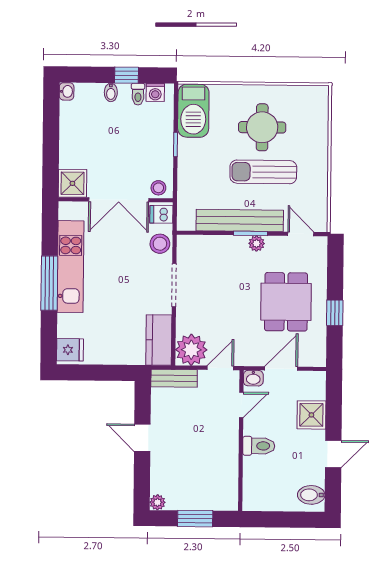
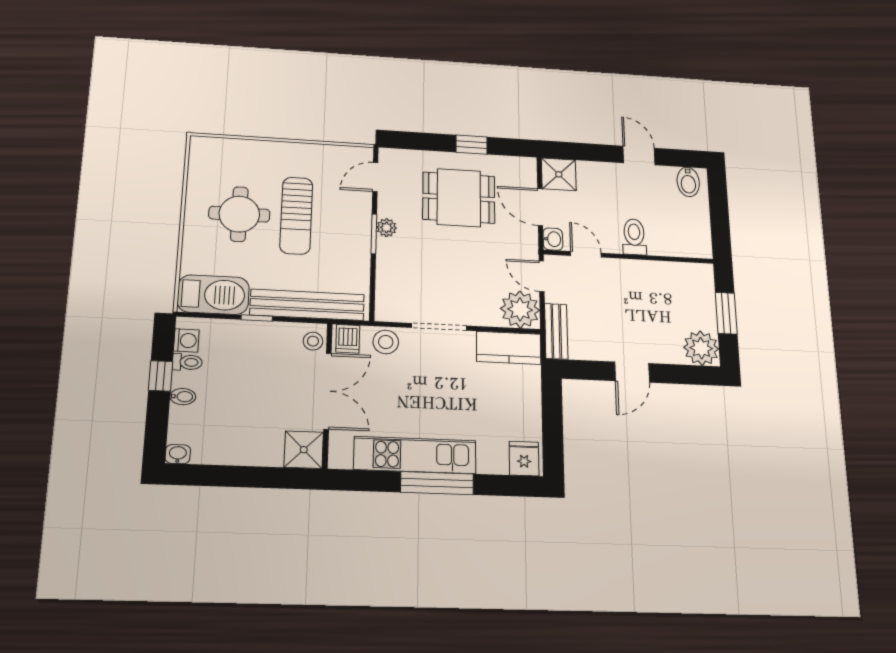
bench: (240, 220) -> (307, 305), moved, turned 90
shower: (311, 415) -> (559, 174), moved
plant: (157, 502) -> (701, 348), width x1.87, depth x1.87

